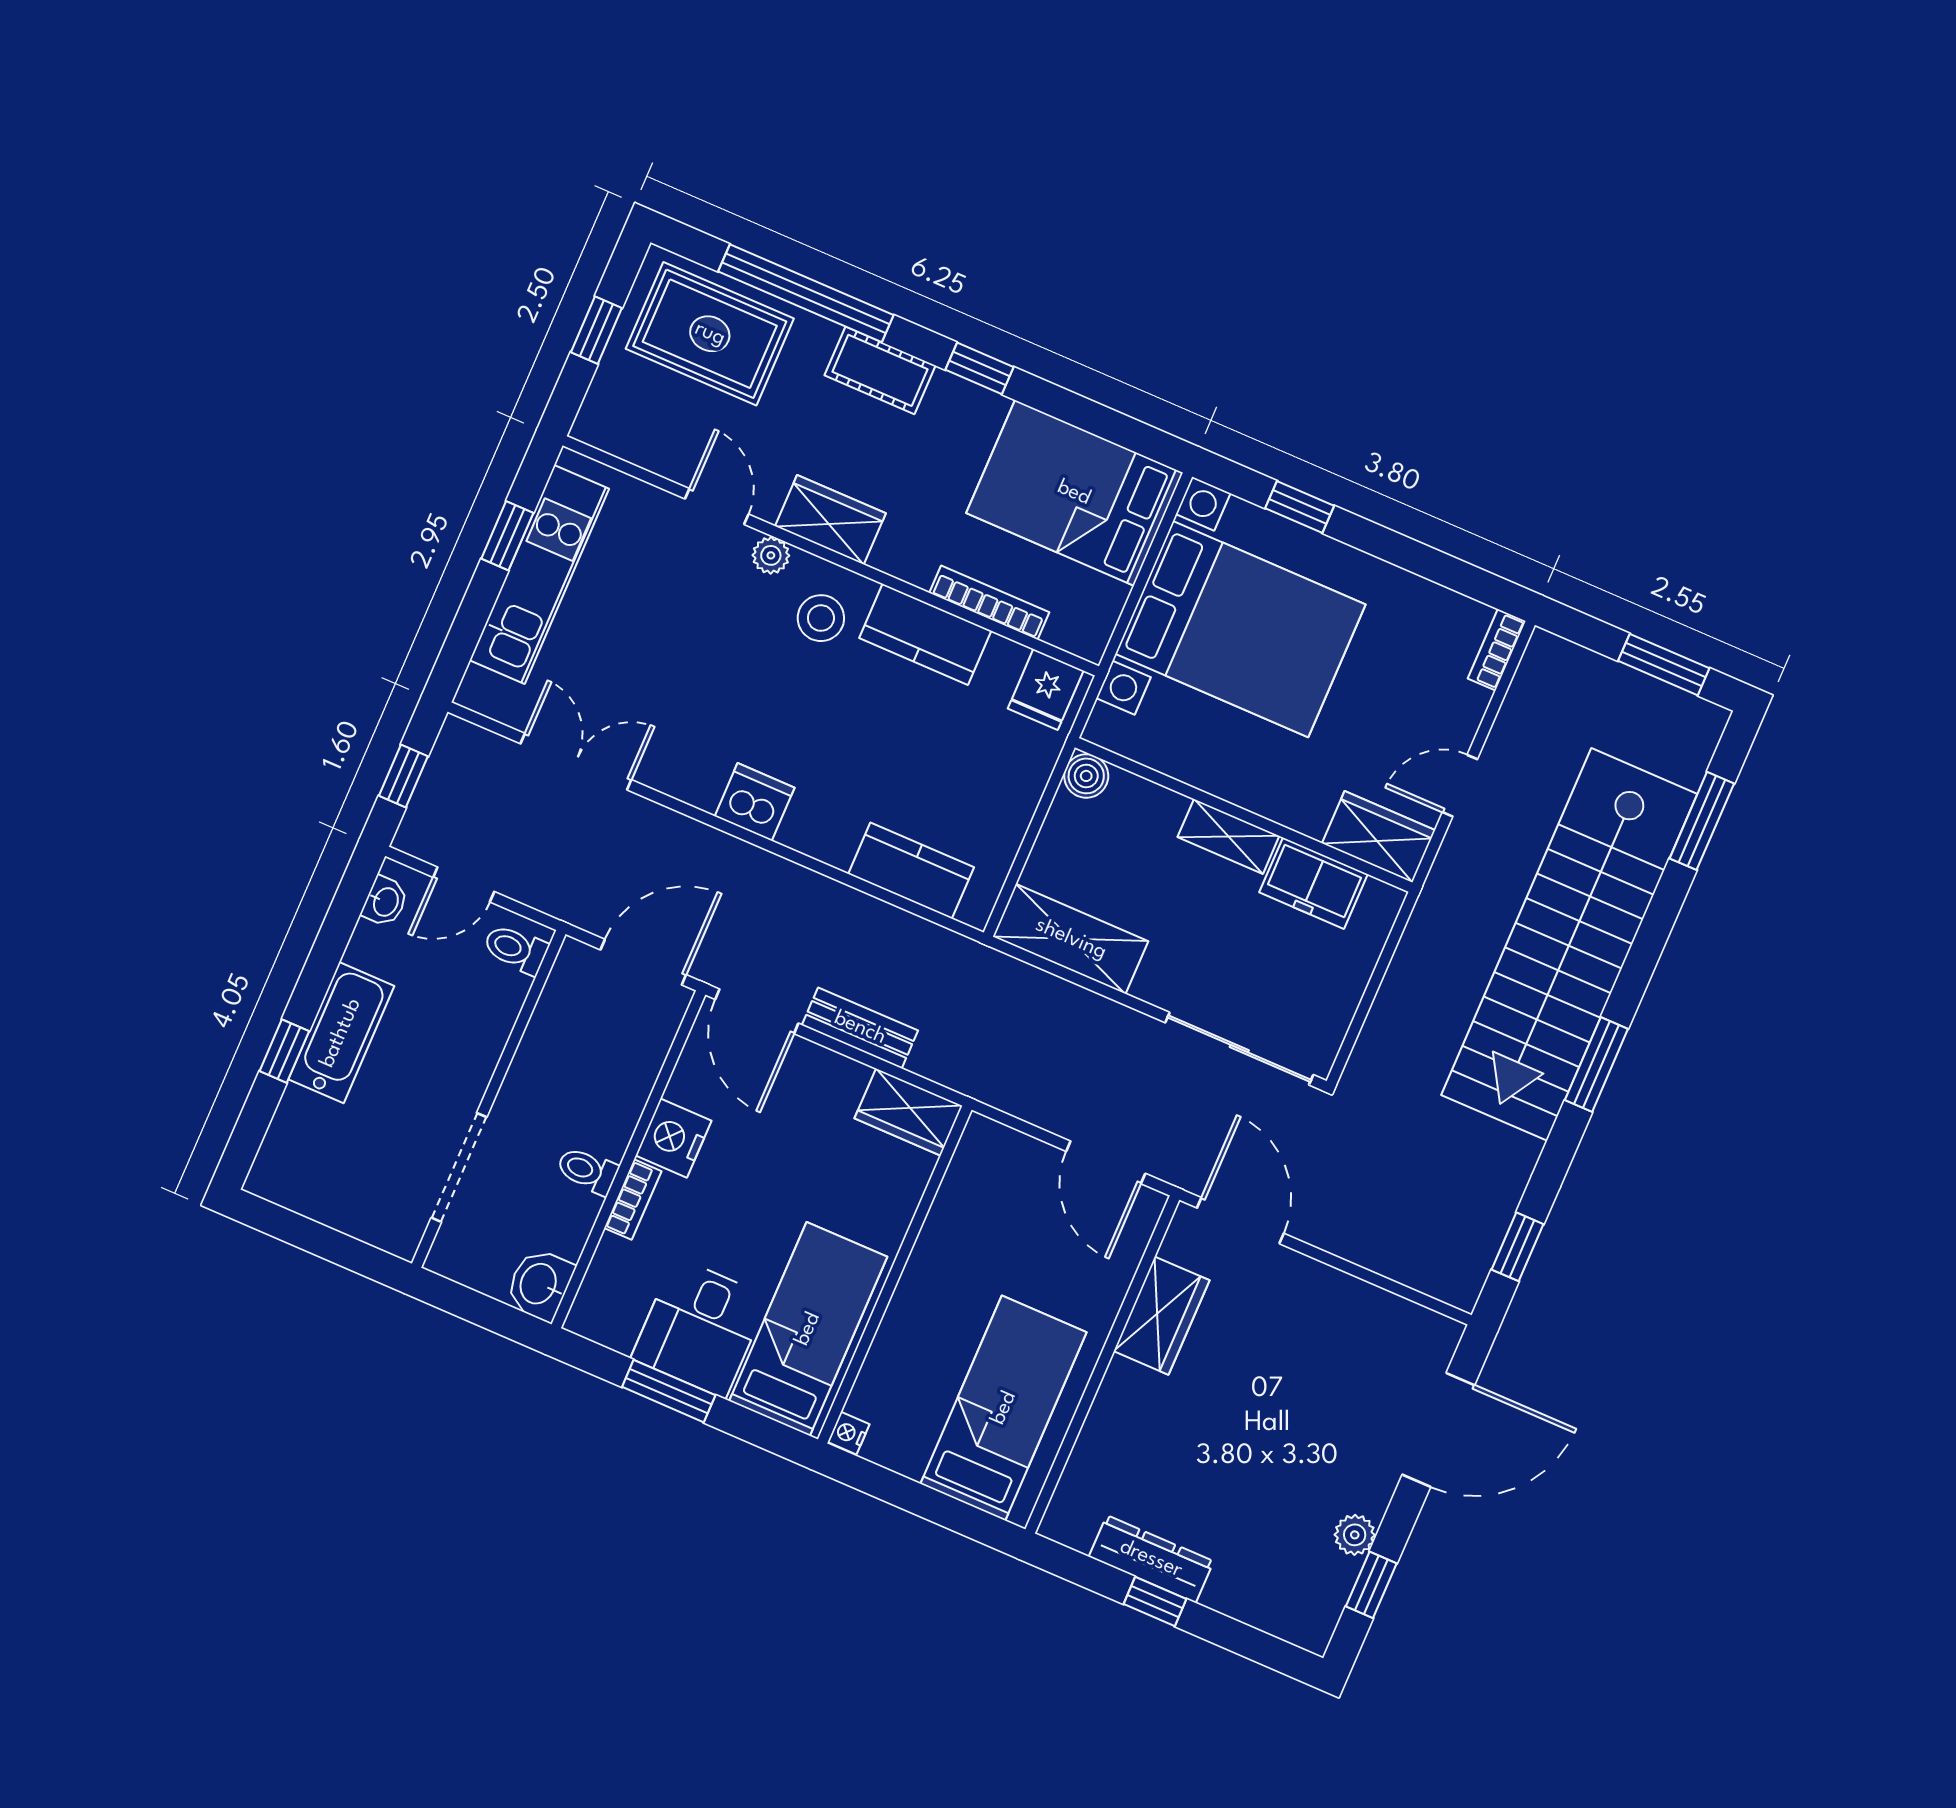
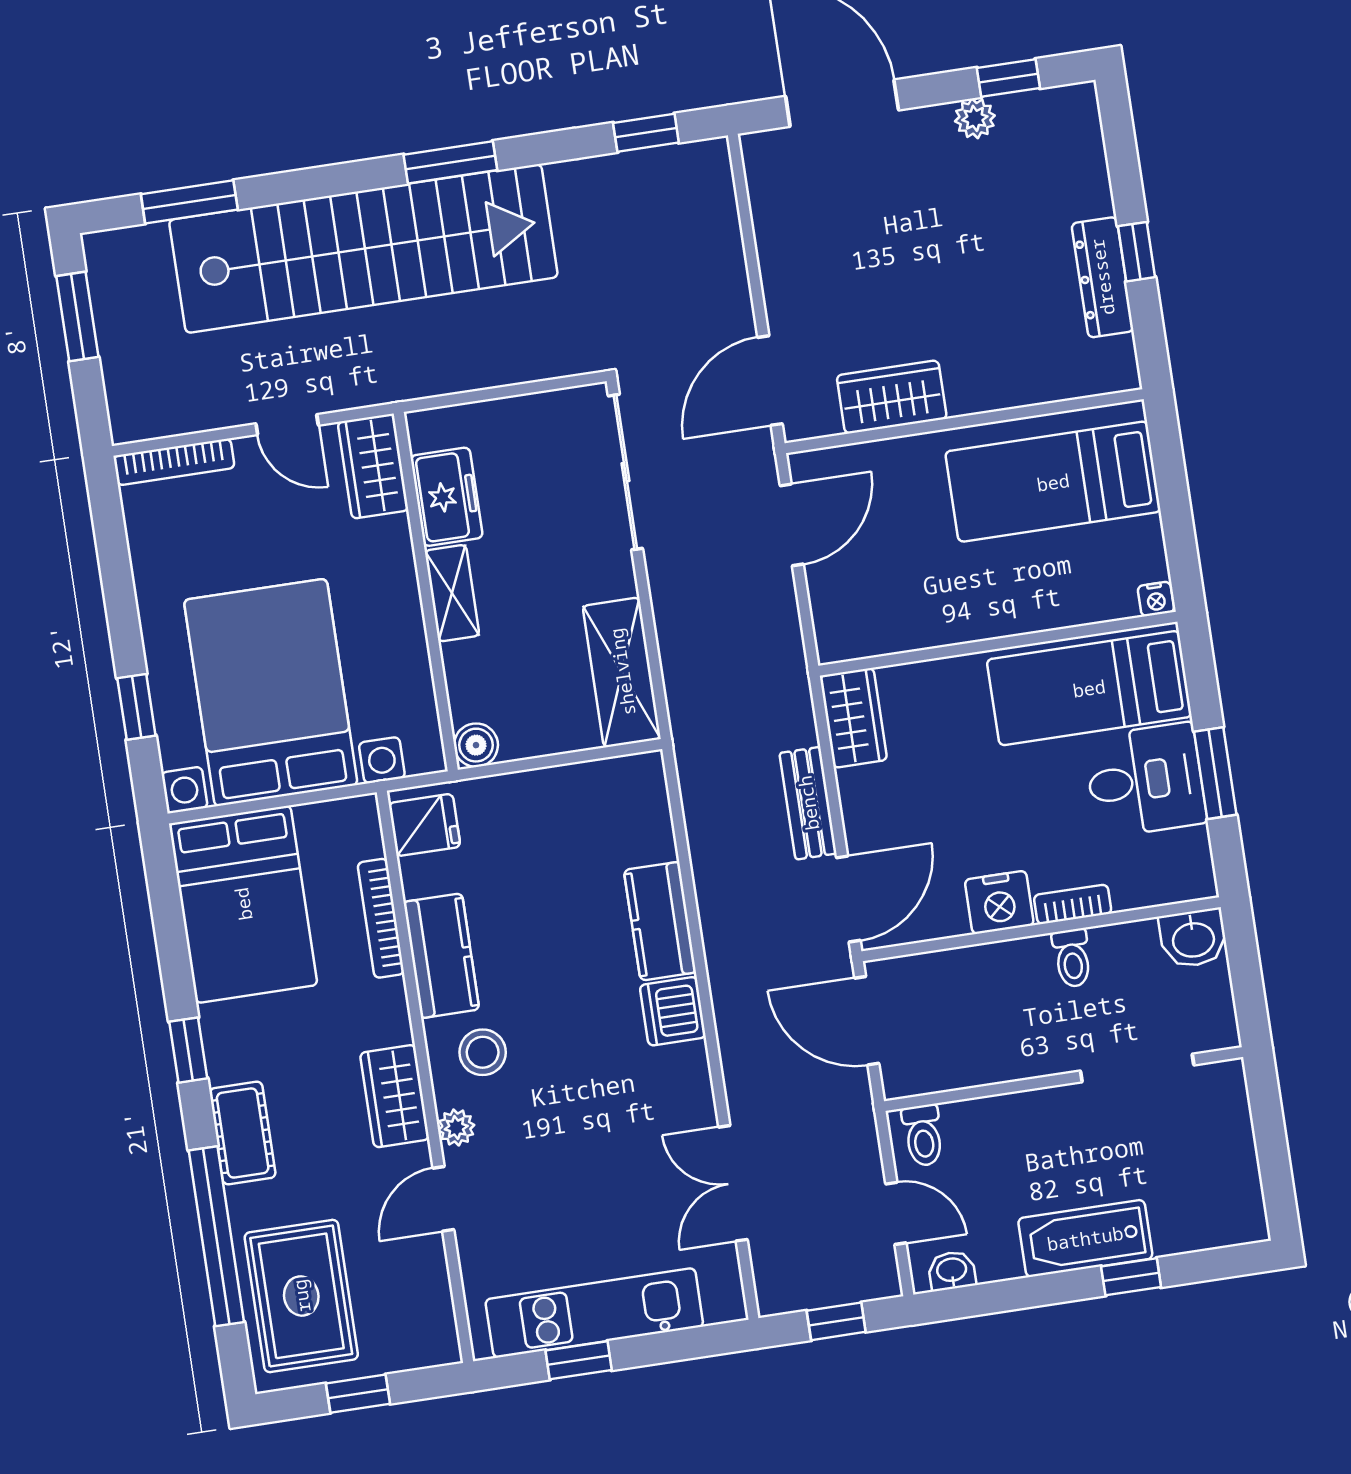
bookcase: (1497, 650) -> (174, 462), width x1.56
kitchen counter: (911, 871) -> (660, 921), moved

